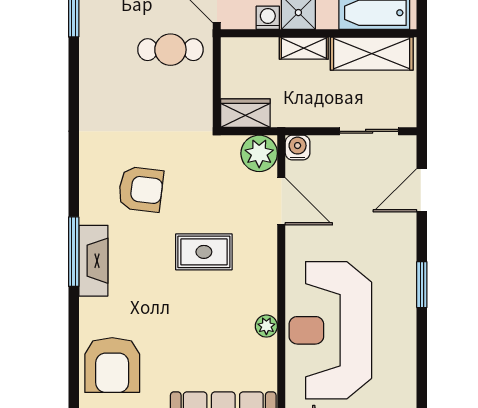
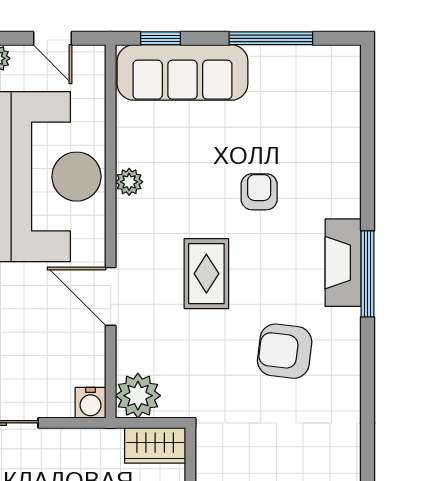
door: (281, 201) -> (111, 296), moved
rug: (204, 252) -> (206, 274), turned 90
armchair: (112, 365) -> (259, 192), moved, width x0.53, depth x0.53

